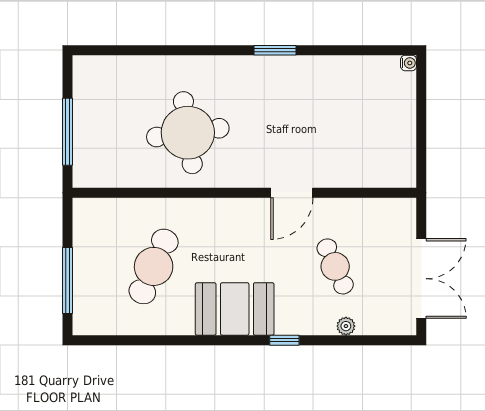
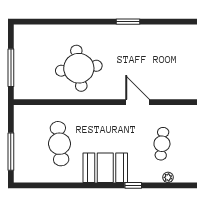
door: (292, 193) -> (137, 102), swing flipped
cafe table: (154, 266) -> (59, 144), turned -30
cafe table: (335, 266) -> (162, 144), turned 30

